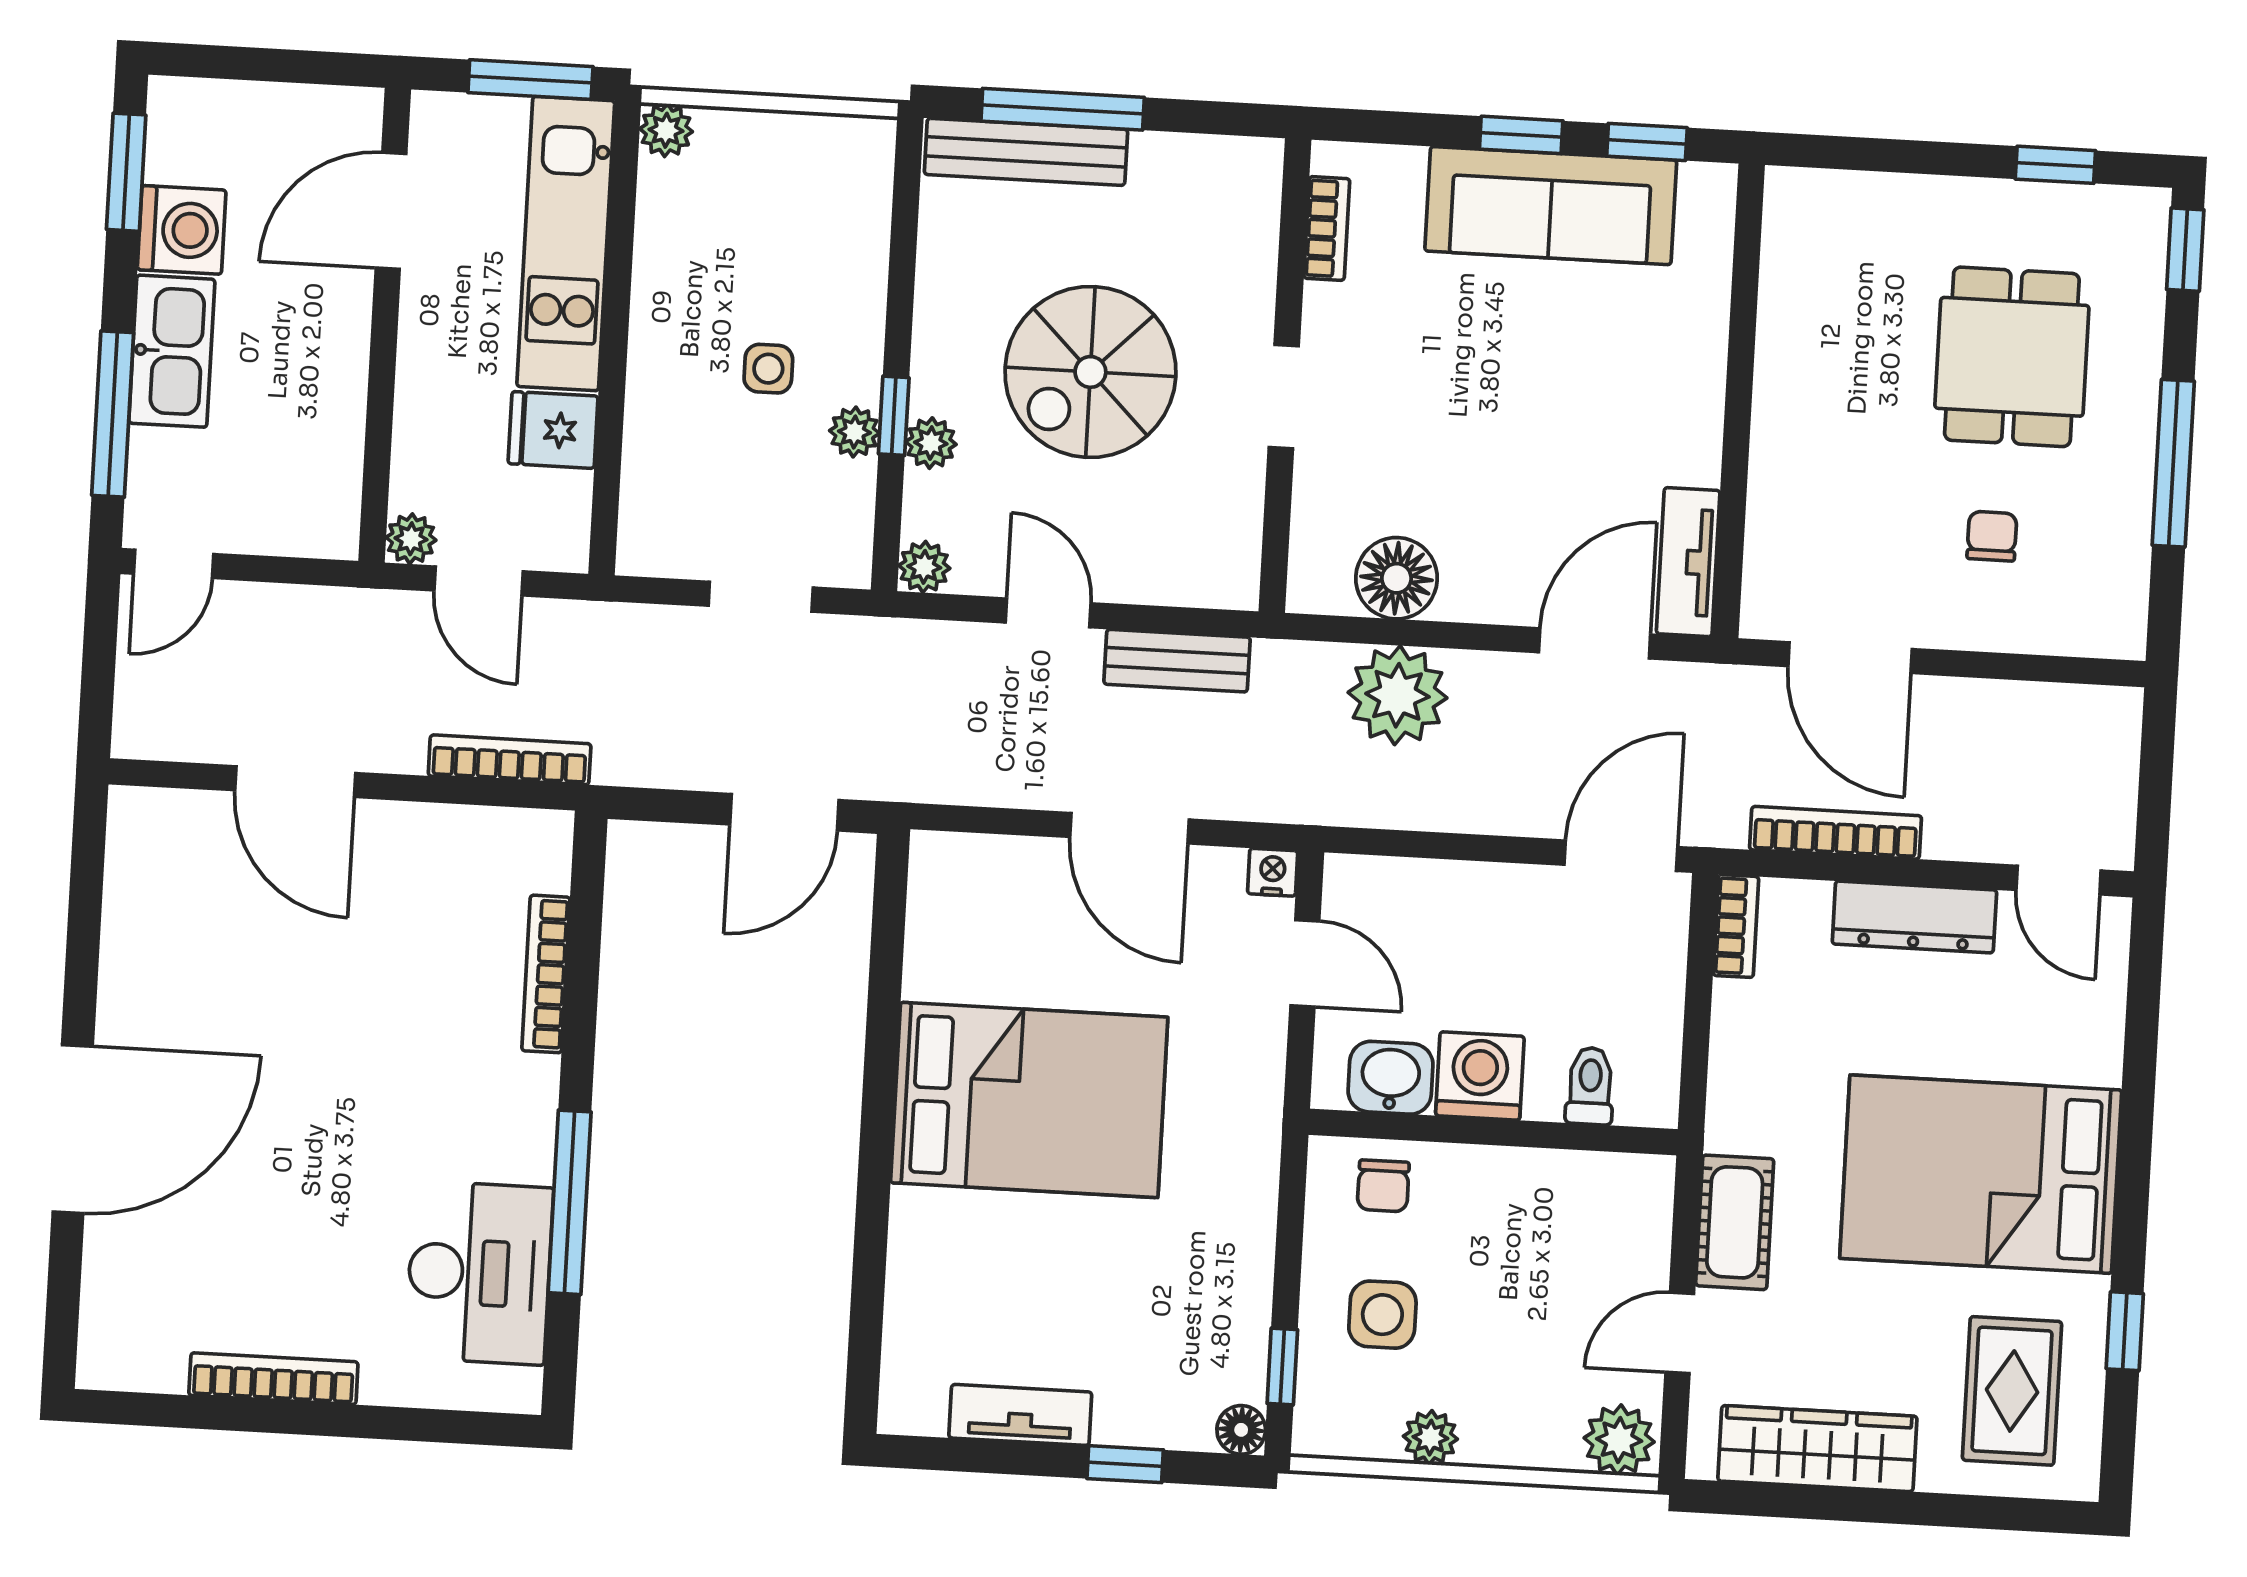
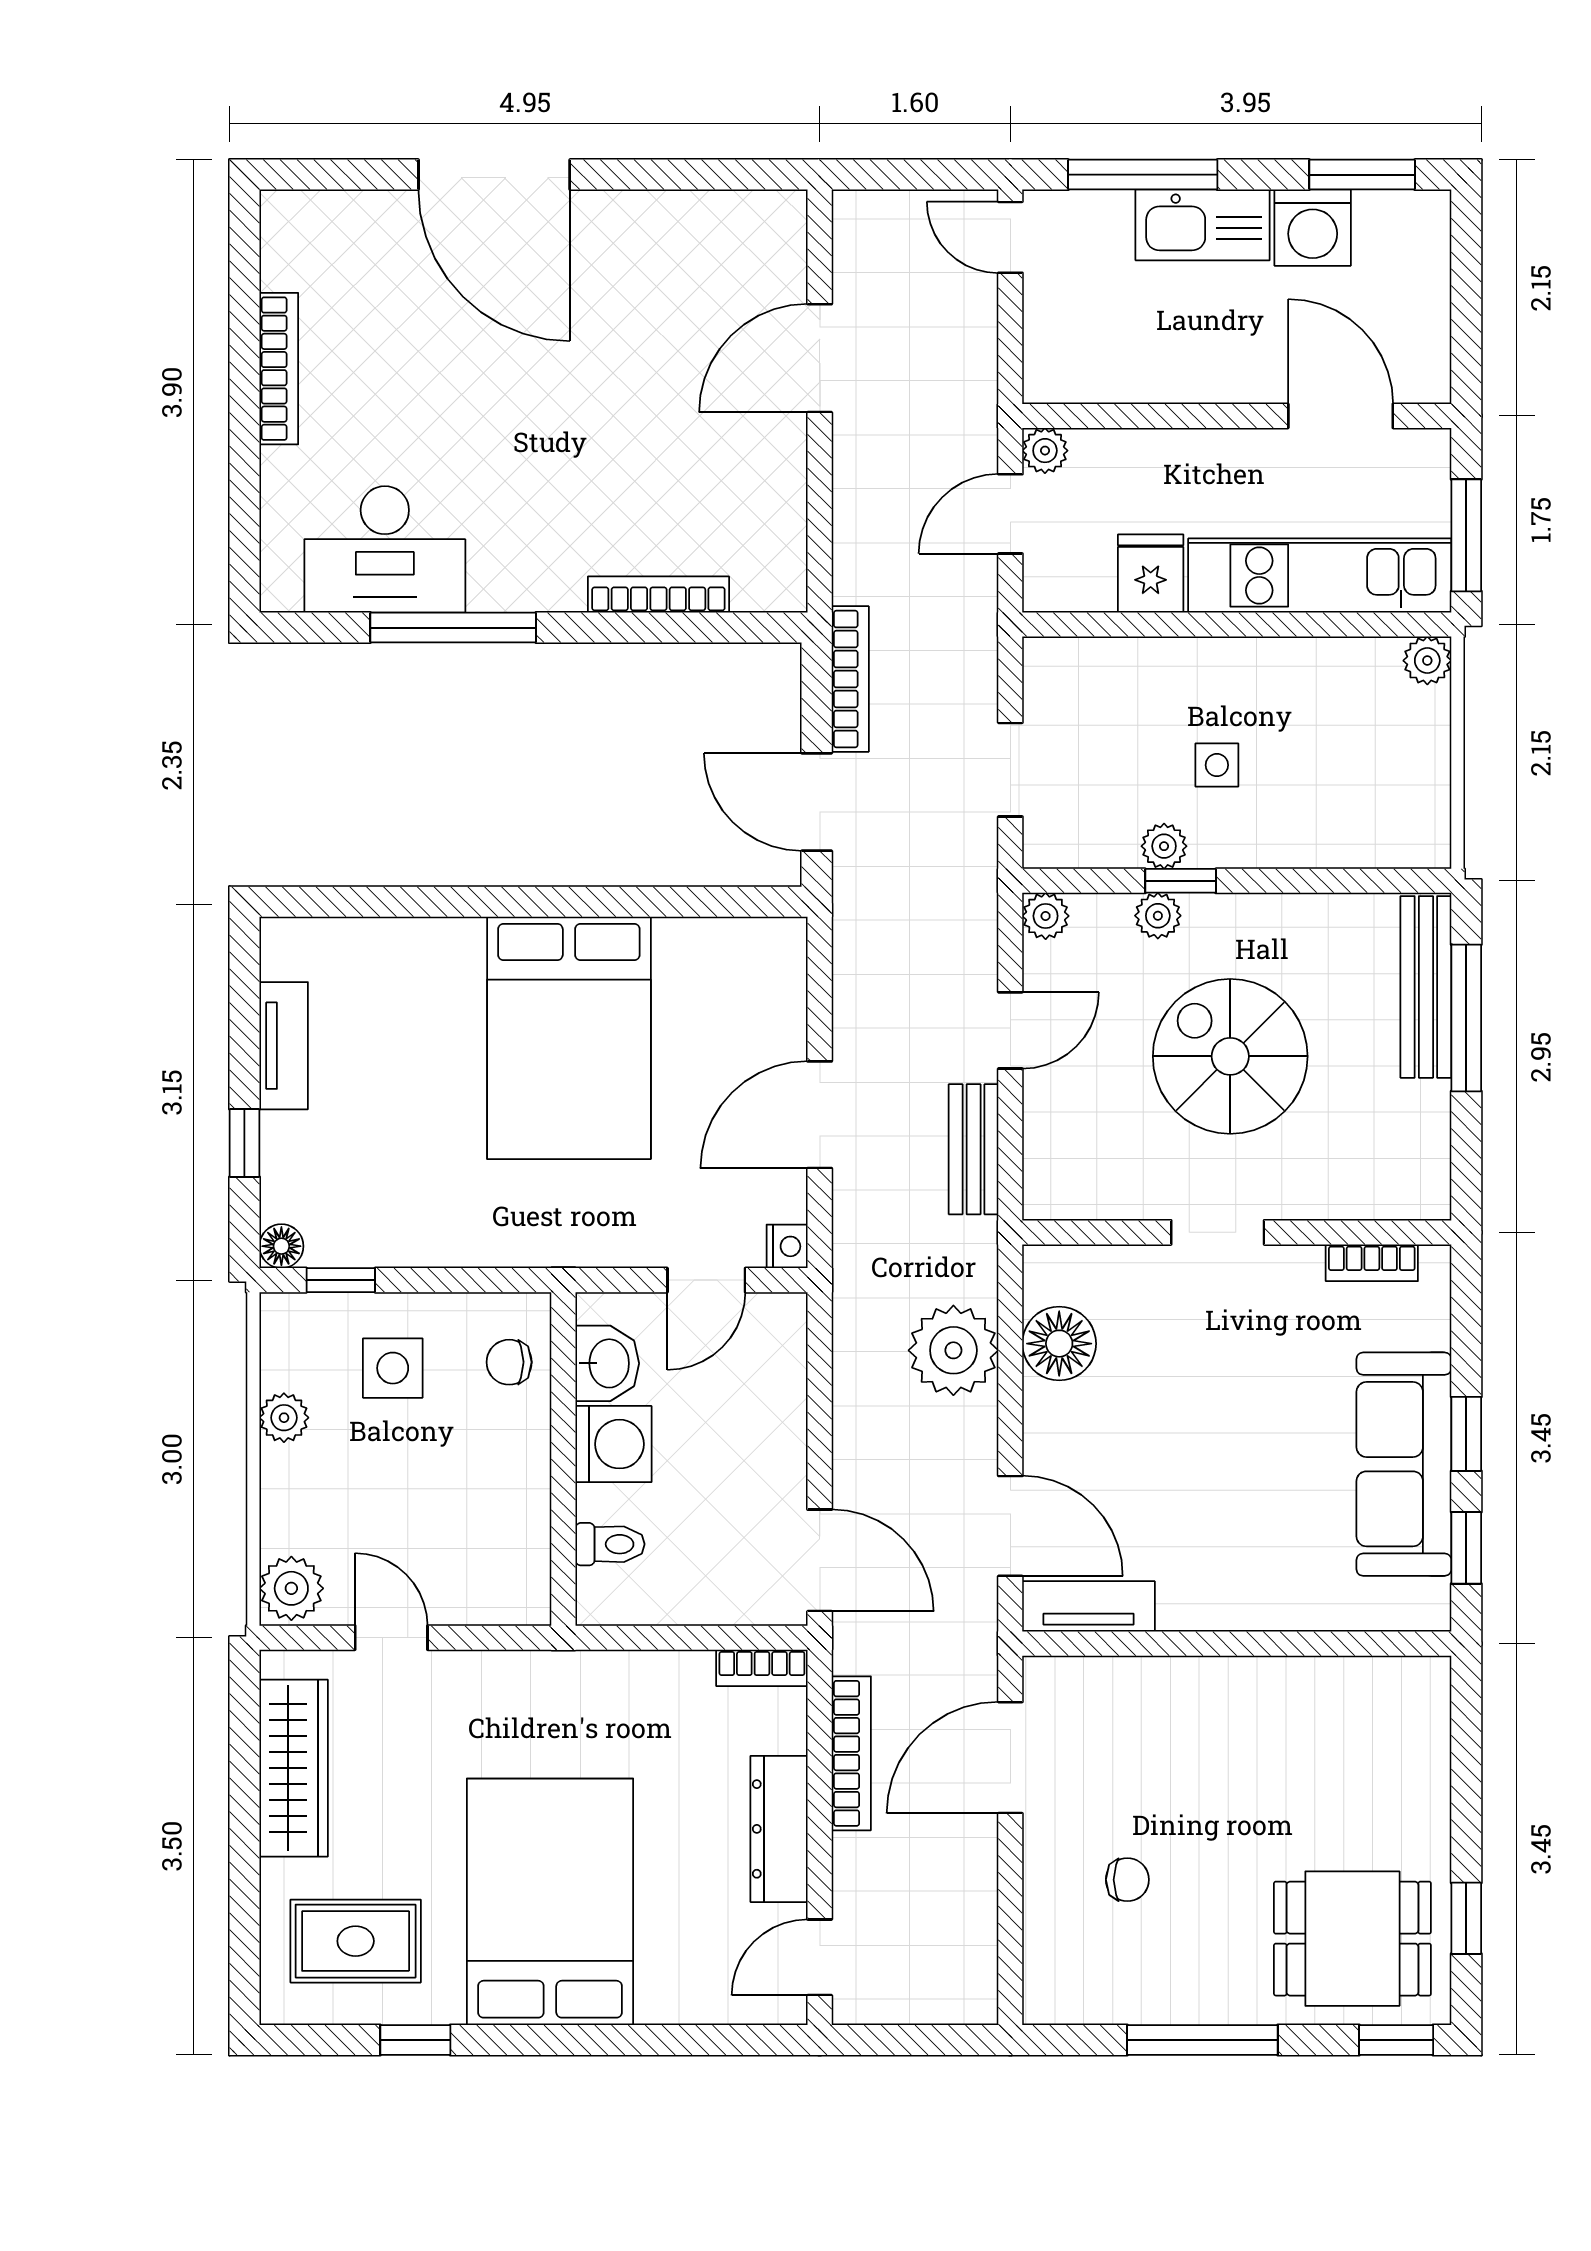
dining table: (2012, 357) -> (1352, 1939), moved
bookcase: (510, 760) -> (850, 679), moved
cot: (1735, 1222) -> (494, 1682), removed

